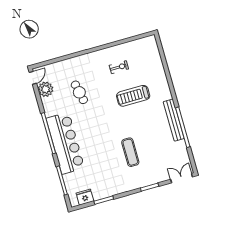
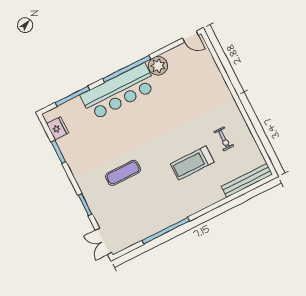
plant: (46, 89) -> (158, 66), moved
cafe table: (79, 92) -> (184, 97), removed
treadmill: (133, 96) -> (192, 163), turned -90
bench: (174, 120) -> (247, 180), moved
double door: (182, 178) -> (104, 241), swing flipped

